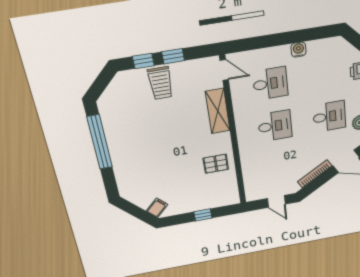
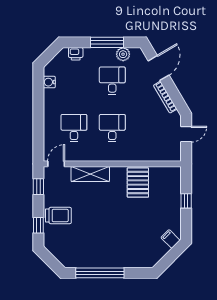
water cooler: (298, 50) -> (49, 82), moved
window: (173, 56) -> (38, 187), moved
pallet: (216, 164) -> (138, 183), width x1.50, depth x1.42

